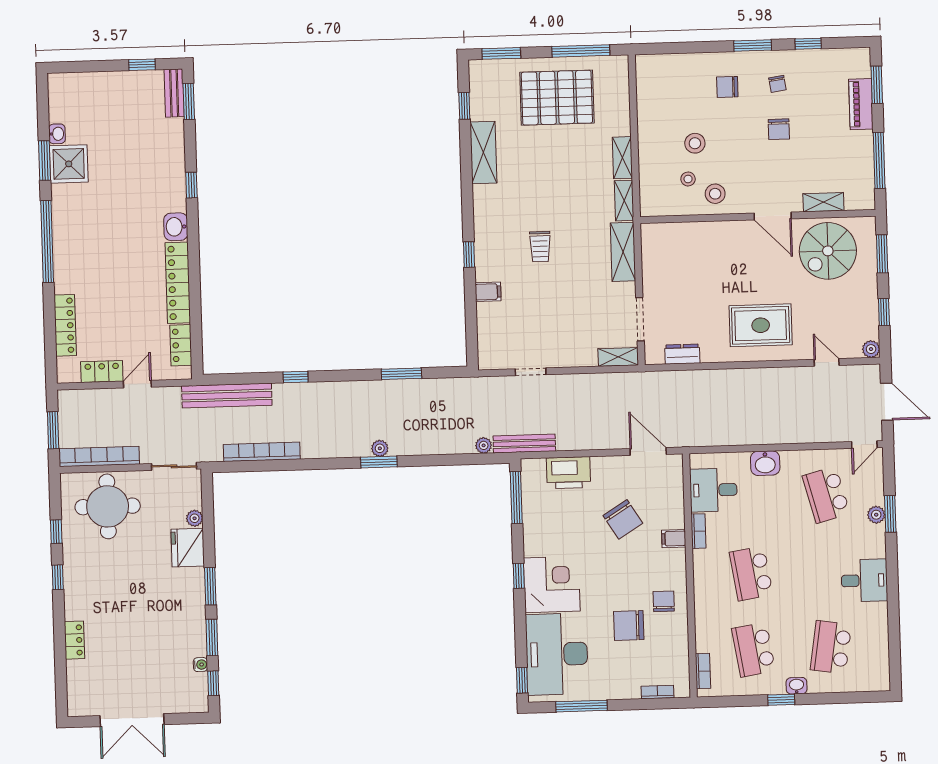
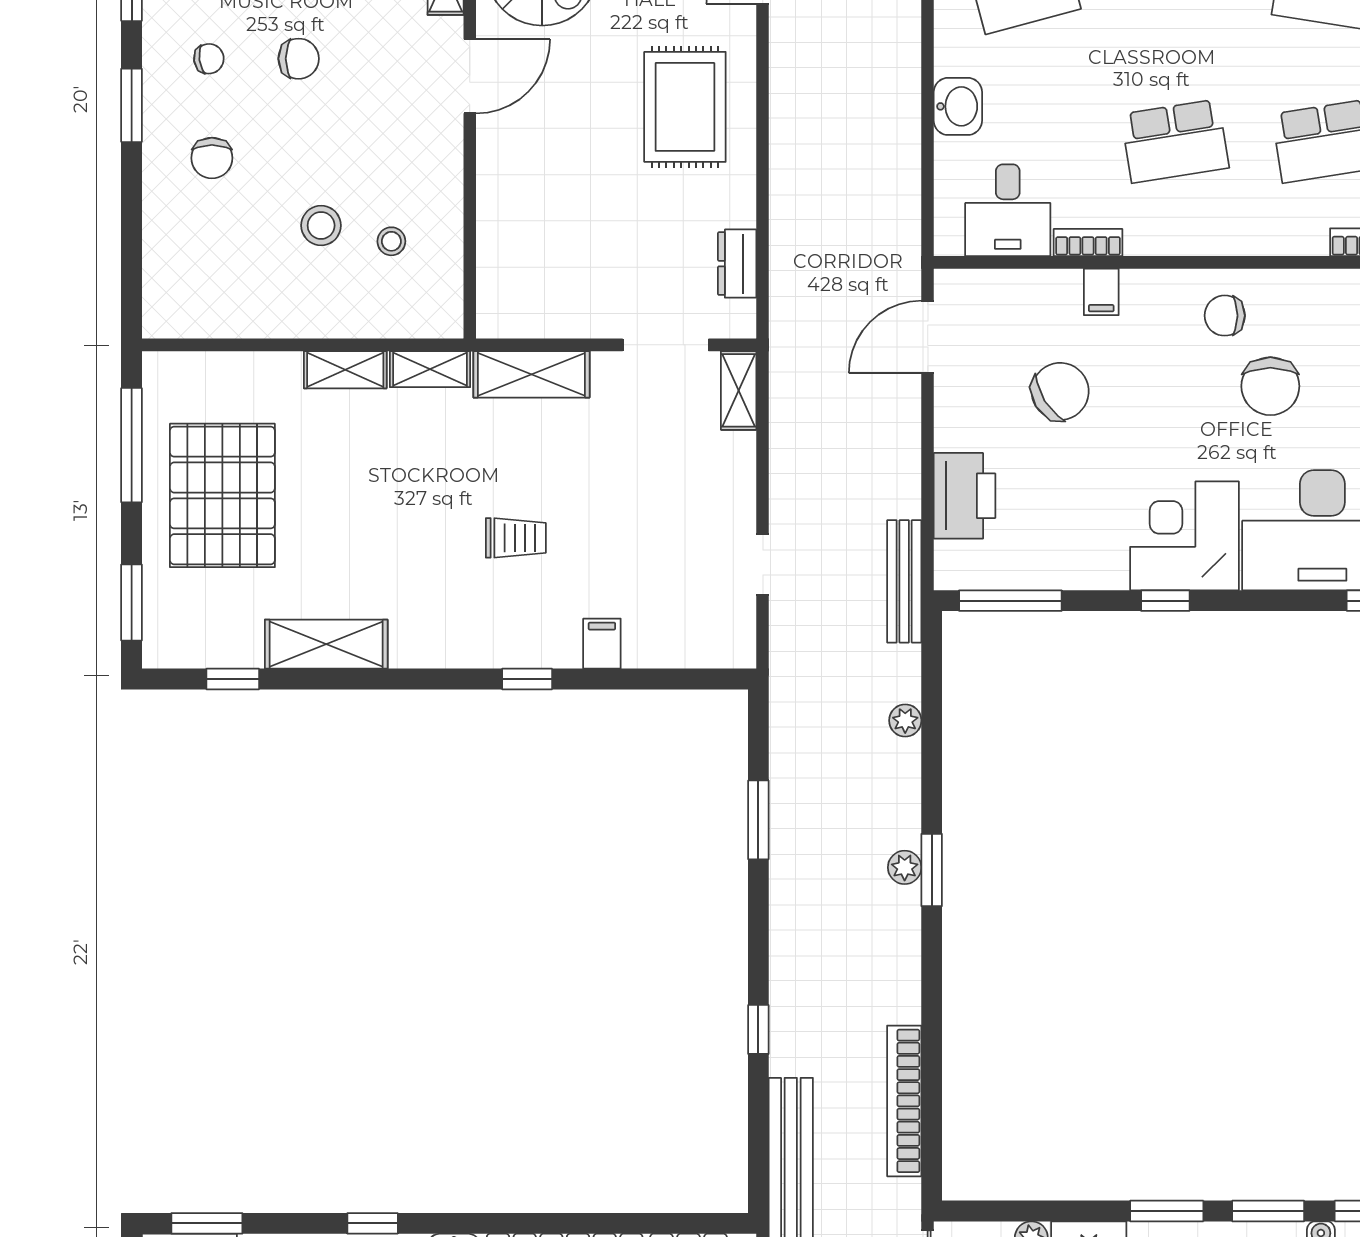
stool: (715, 194) -> (422, 189), removed
plant: (484, 445) -> (905, 720), moved

